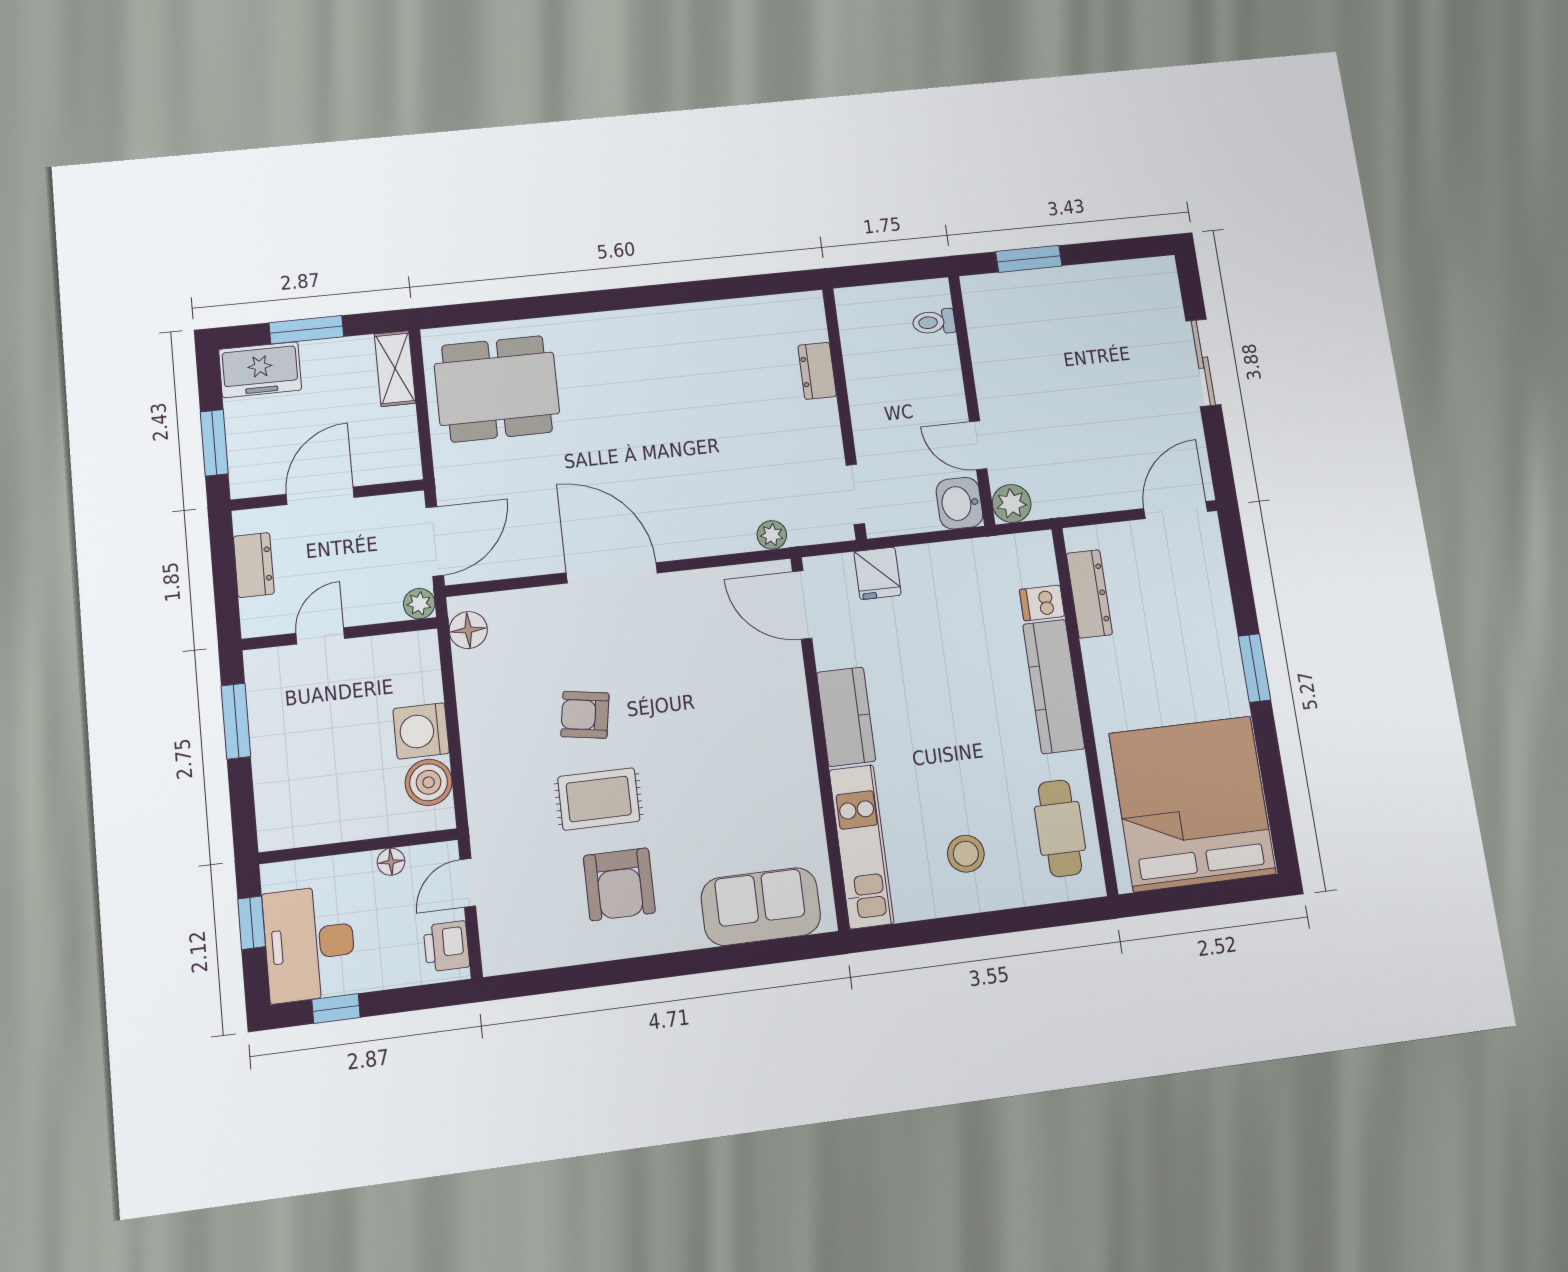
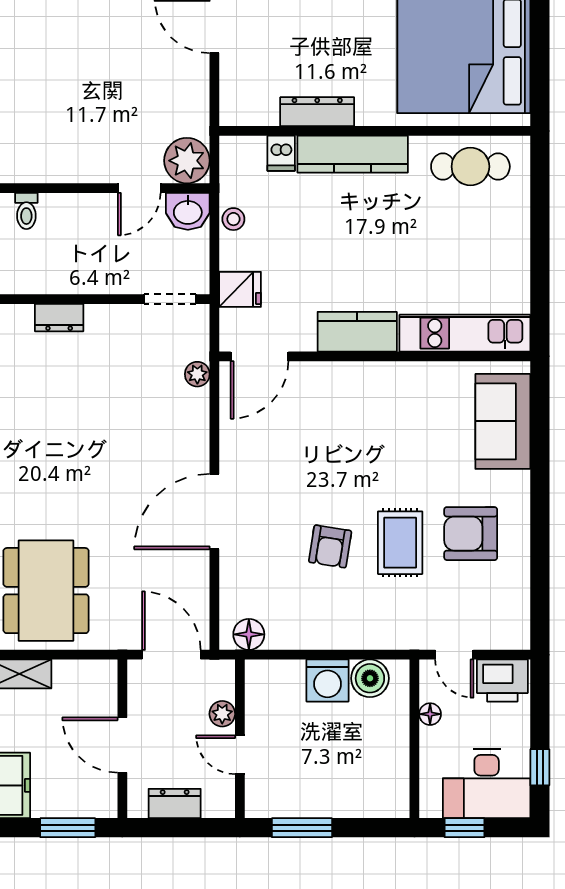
plant: (1012, 503) -> (187, 161), width x1.36, depth x1.36
dresser: (1089, 594) -> (317, 112), moved
plant: (419, 604) -> (222, 714), moved
stool: (966, 854) -> (233, 219), moved, width x0.73, depth x0.73
armchair: (619, 884) -> (471, 534), turned 180
printer: (446, 946) -> (502, 680), width x1.36, depth x1.24

